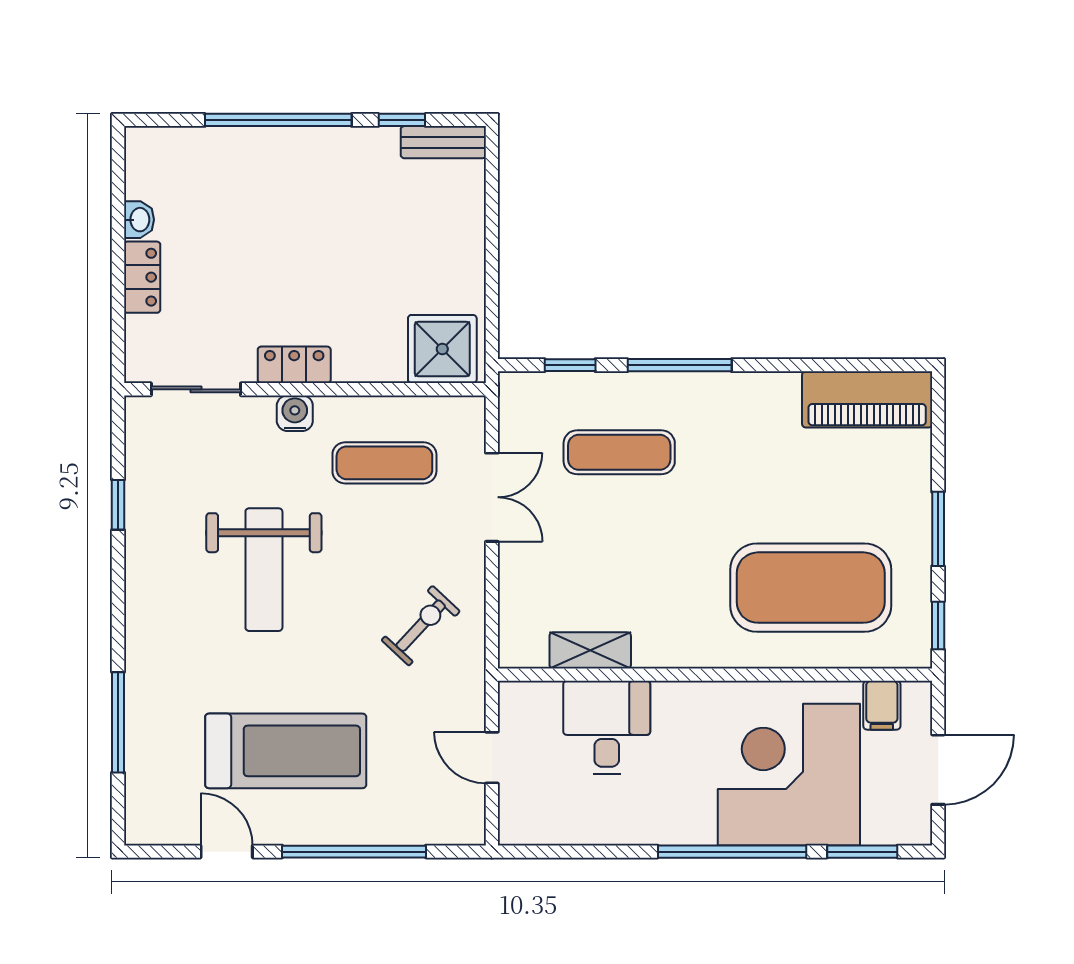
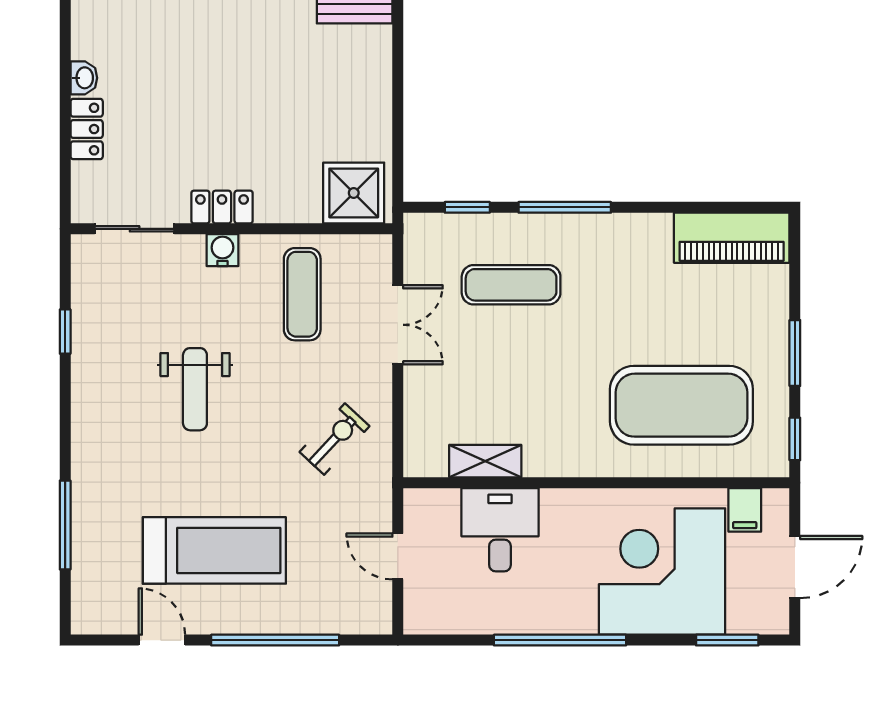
exercise mat: (384, 463) -> (302, 294), turned 90
weight bench: (264, 570) -> (195, 389), width x0.73, depth x0.75
window: (732, 852) -> (560, 640), moved

